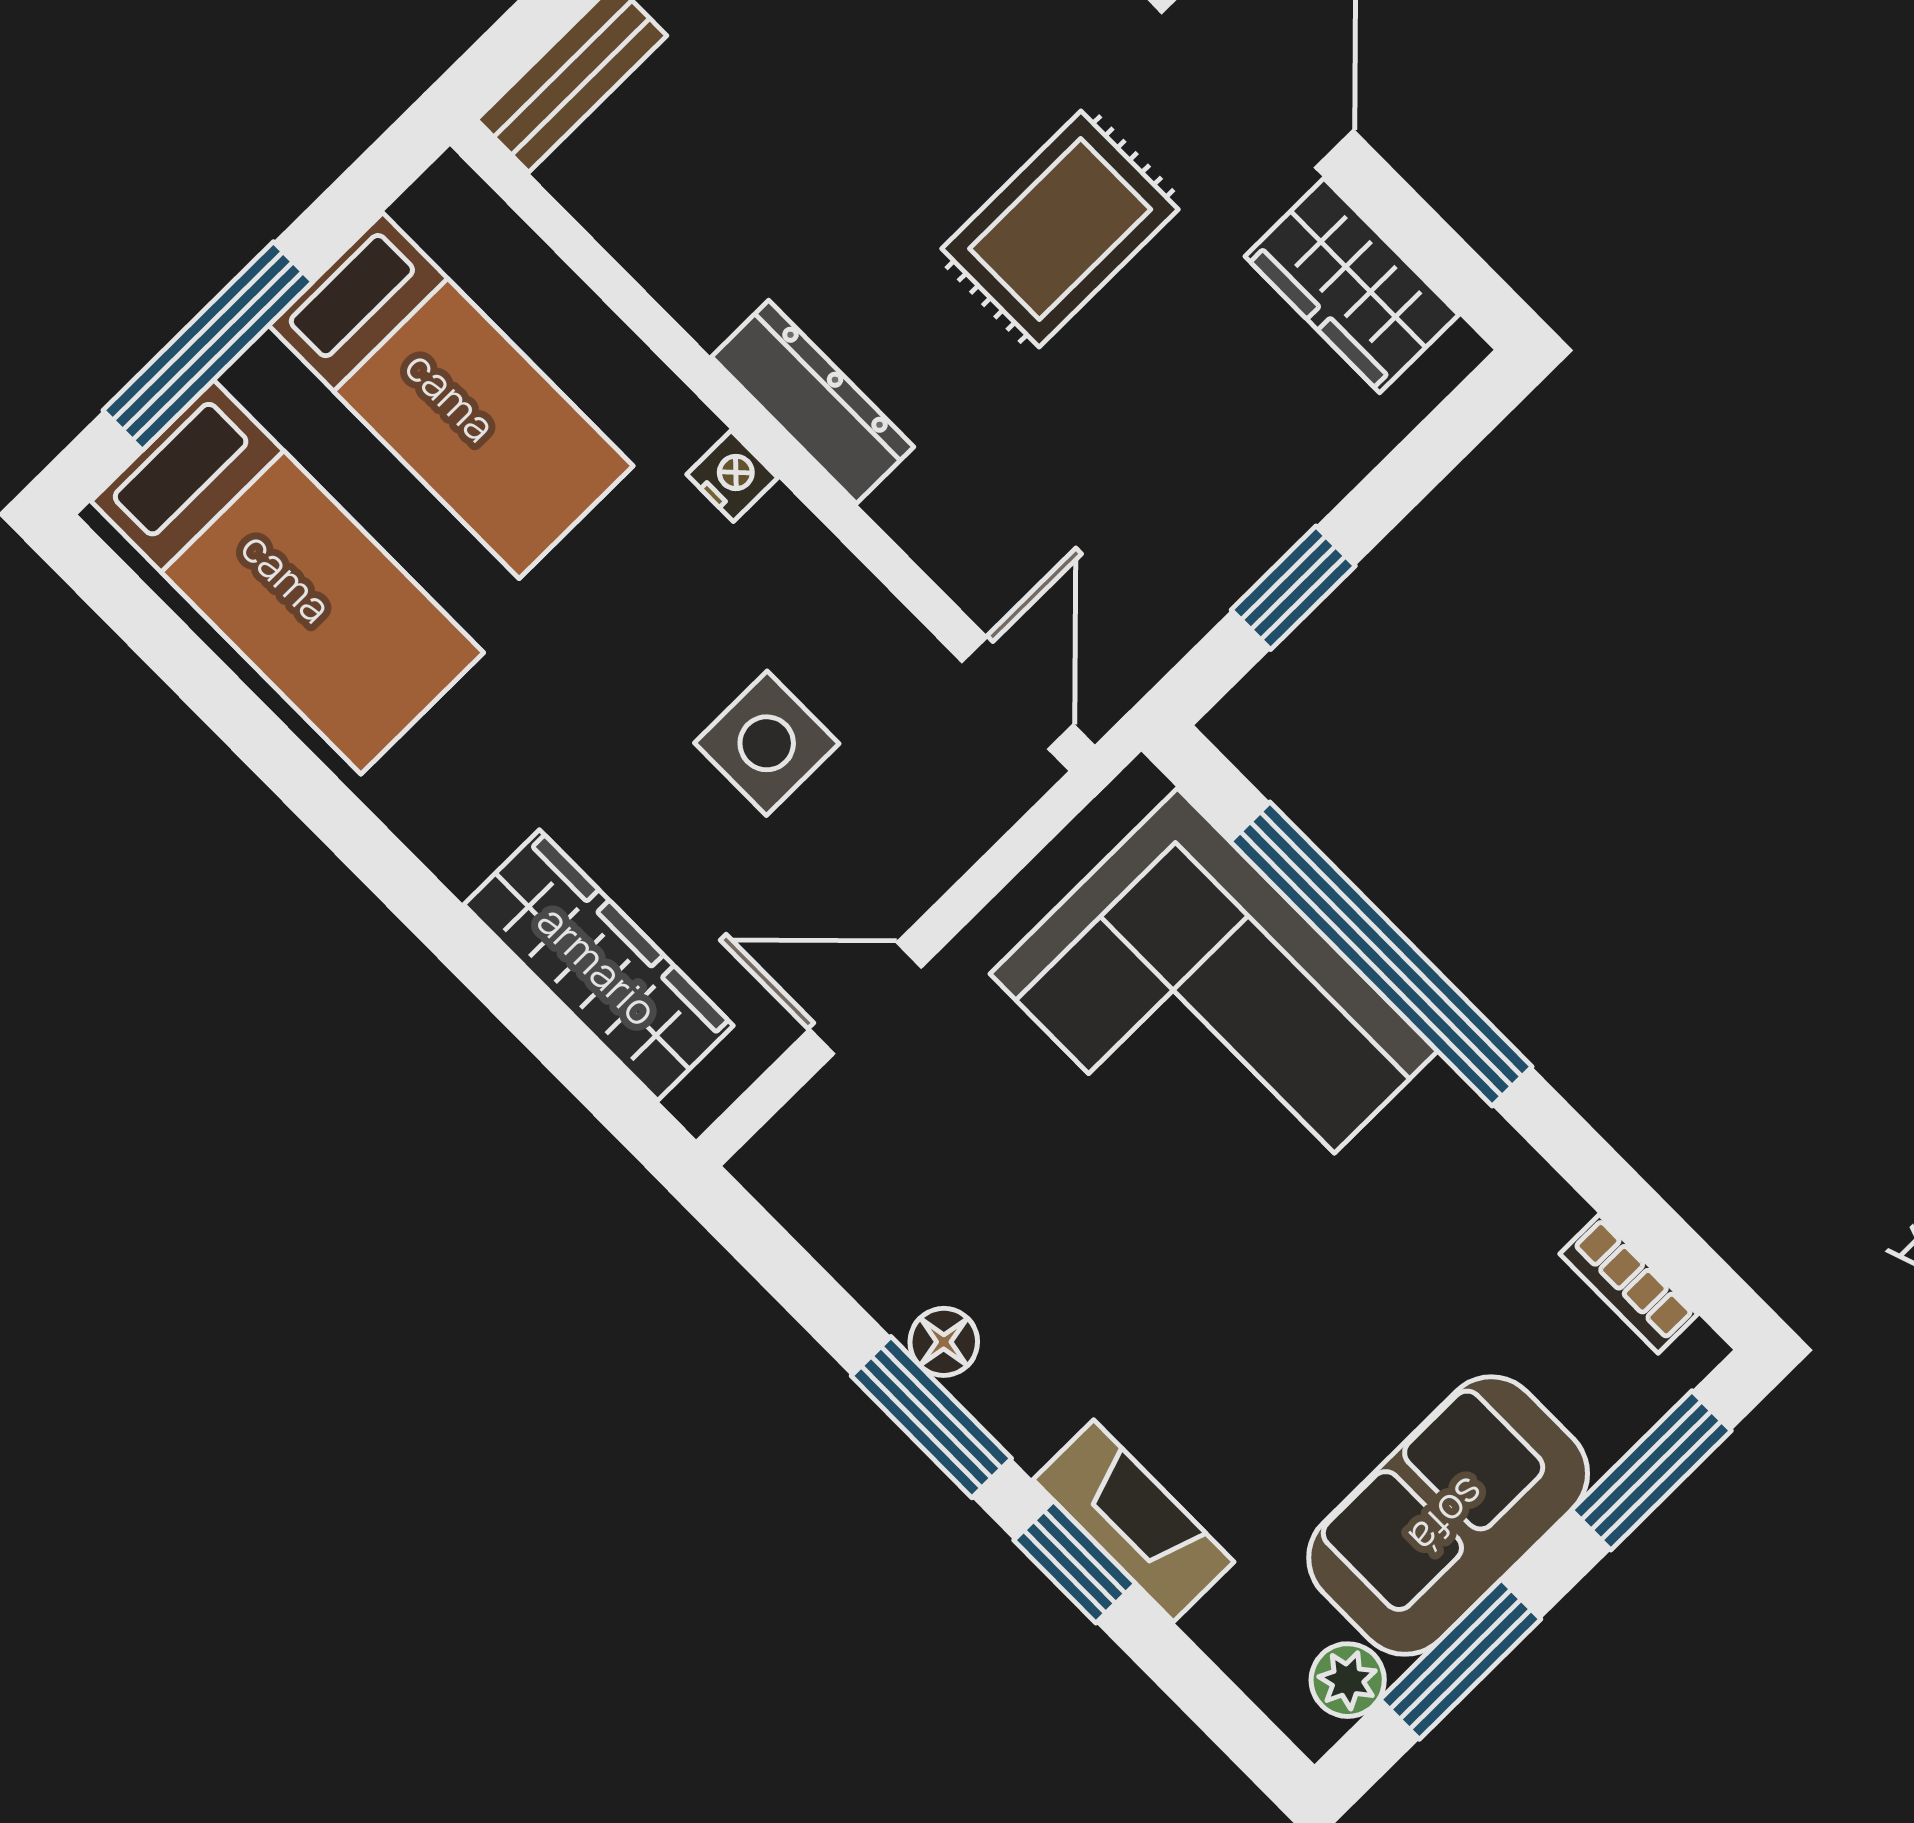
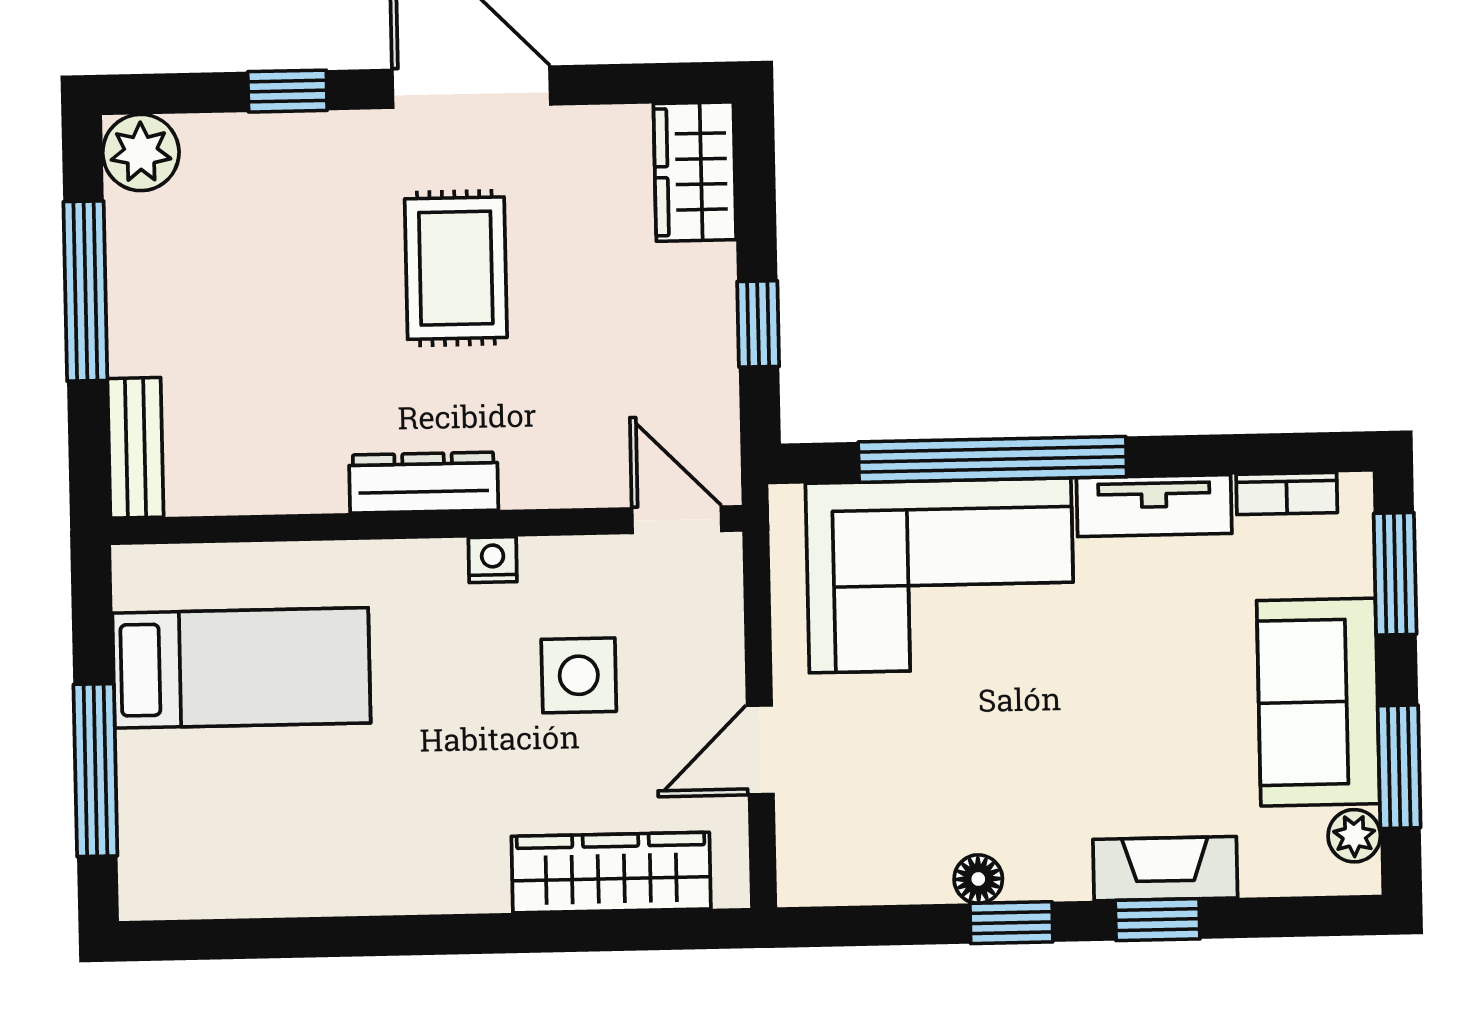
wardrobe: (1352, 285) -> (695, 172), moved, turned 90
nightstand: (732, 476) -> (493, 560), moved
bed: (287, 577) -> (255, 843), removed
tv unit: (1489, 1162) -> (1154, 506), added
window: (931, 1417) -> (1011, 923), width x0.67

